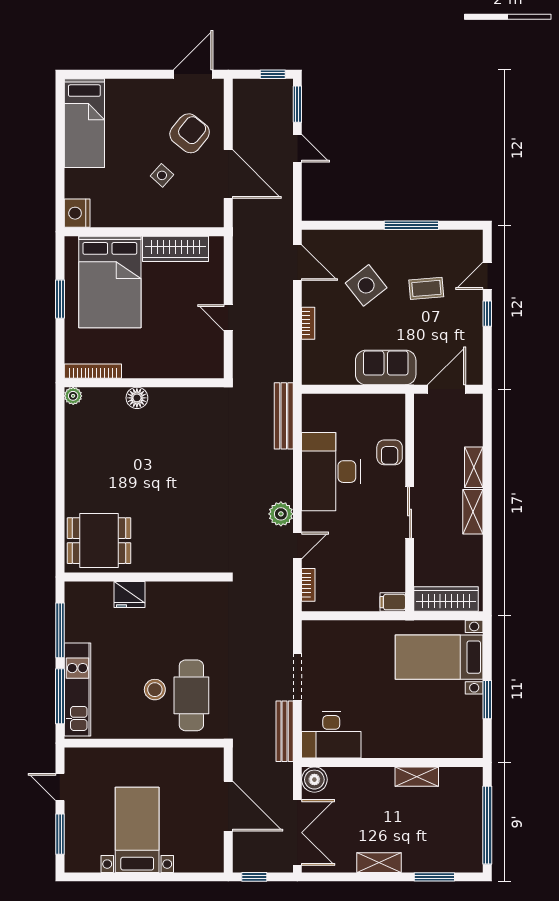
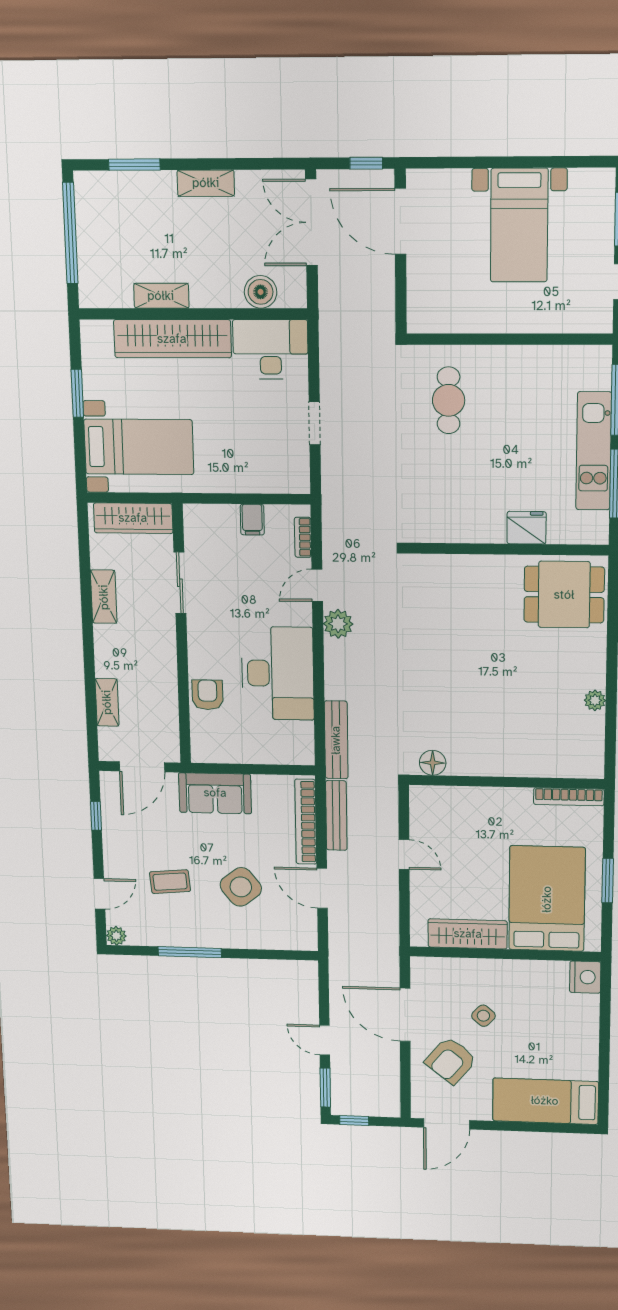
bed: (84, 123) -> (545, 1101), moved, turned -90
plant: (474, 238) -> (116, 936), added
door: (297, 263) -> (322, 888), moved
window: (487, 314) -> (96, 816), moved
bookcase: (308, 323) -> (306, 822), width x2.31, depth x1.31
plant: (73, 396) -> (595, 700), moved
floor lamp: (137, 398) -> (433, 763), moved
shelving: (474, 467) -> (107, 702), moved
shelving: (473, 512) -> (104, 597), moved
sliding door: (410, 513) -> (180, 583), moved
filing cabinet: (393, 602) -> (252, 520), moved, turned 90
doorway: (297, 677) -> (315, 423), width x0.73
kitchen unit: (77, 690) -> (594, 451), moved
stool: (155, 690) -> (495, 408), removed
cafe table: (191, 695) -> (449, 400), width x0.73, depth x0.74
bench: (285, 731) -> (336, 815), moved
wardrobe: (409, 743) -> (172, 339), added
boiler: (314, 780) -> (261, 292), moved
door: (228, 806) -> (400, 221), moved

